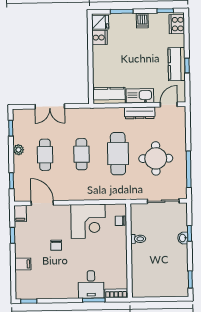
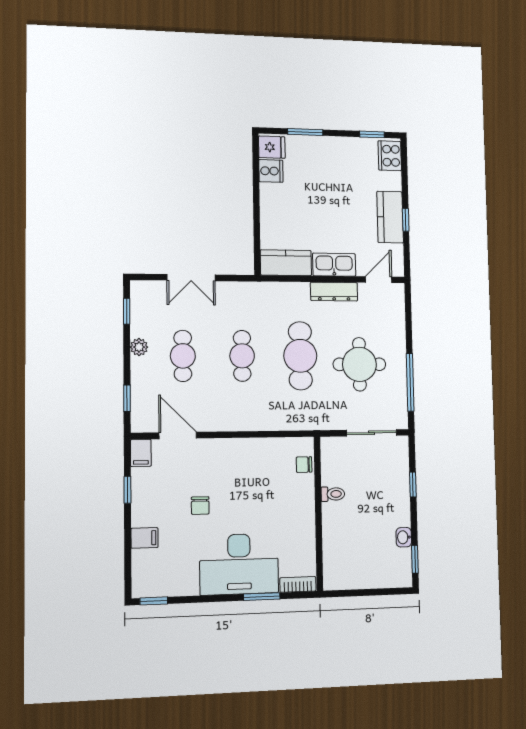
dishwasher: (142, 21) -> (337, 148), removed
corner desk: (88, 221) -> (253, 466), removed
washbasin: (183, 238) -> (404, 537), moved
desk: (91, 284) -> (239, 564), width x1.87, depth x1.30

